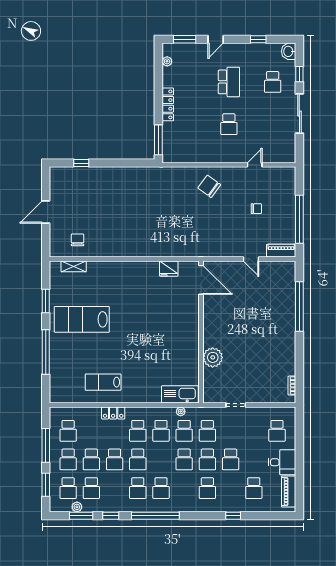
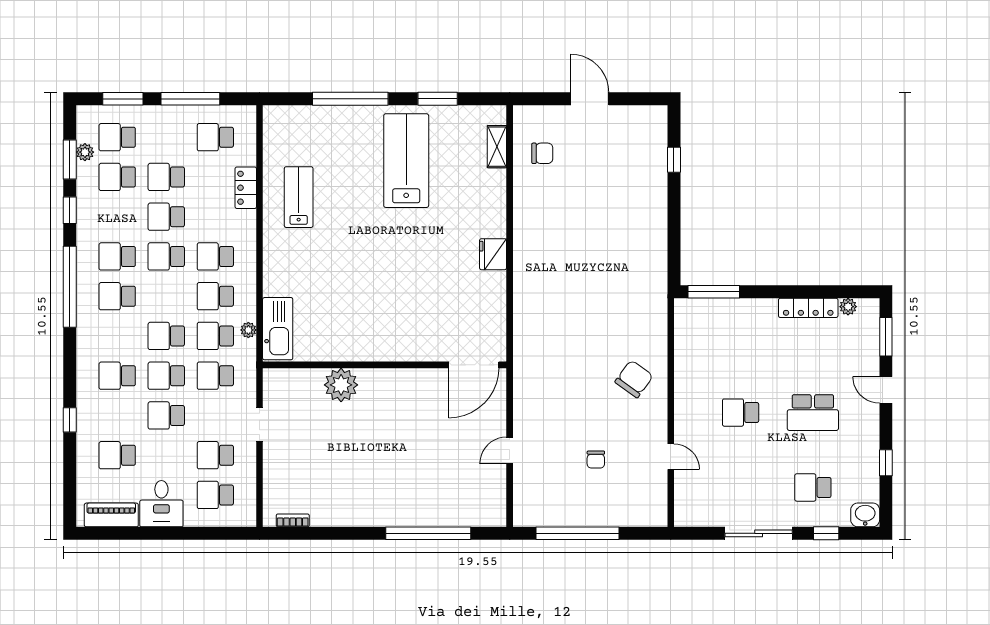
locker: (168, 104) -> (808, 308), moved
piano: (281, 251) -> (524, 502), removed
fridge: (169, 269) -> (493, 254), moved
locker: (113, 413) -> (246, 188), moved
school desk: (68, 459) -> (215, 455), moved

